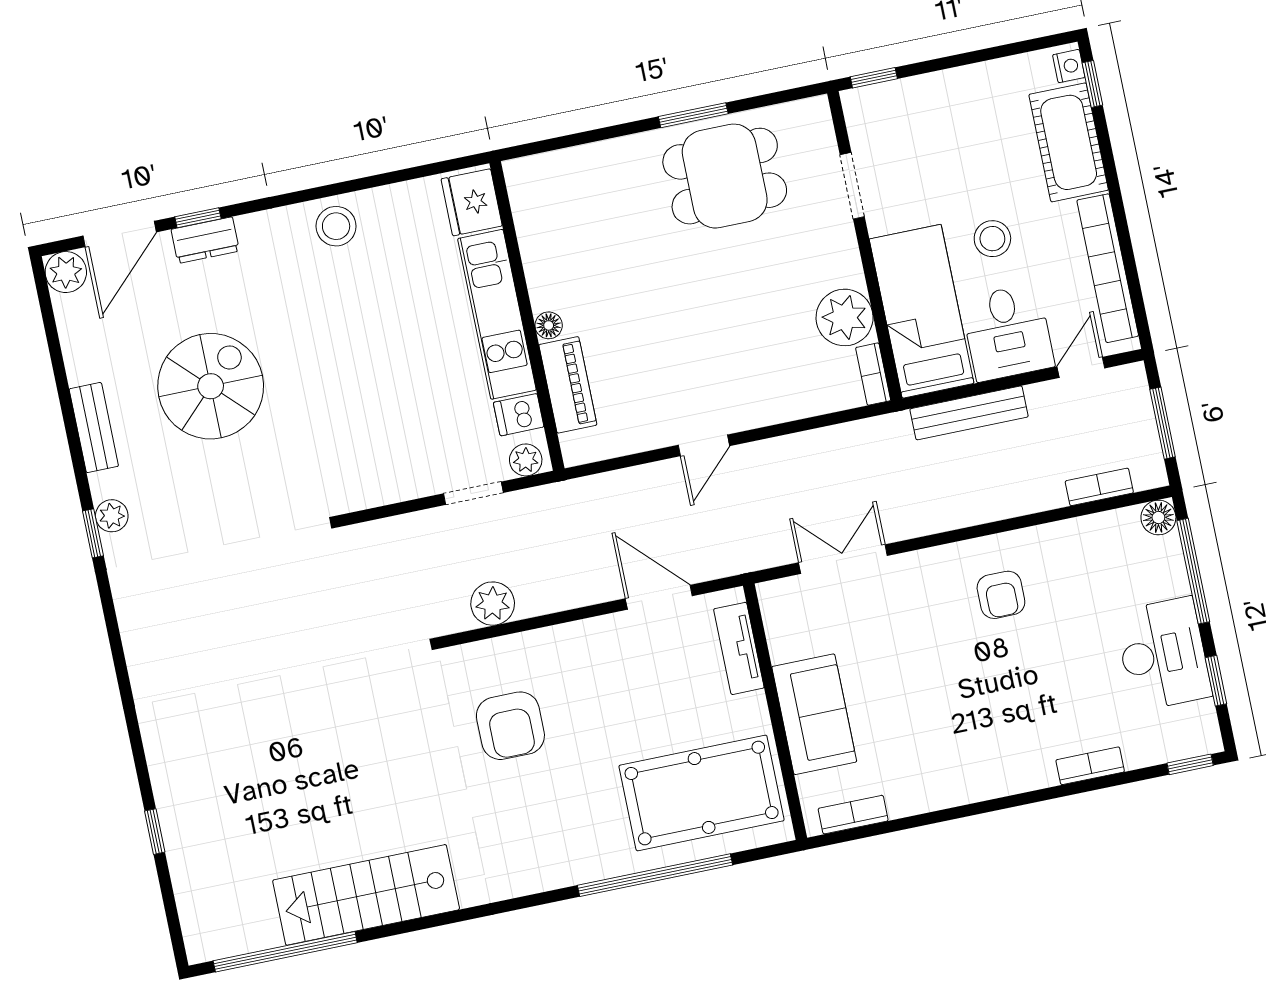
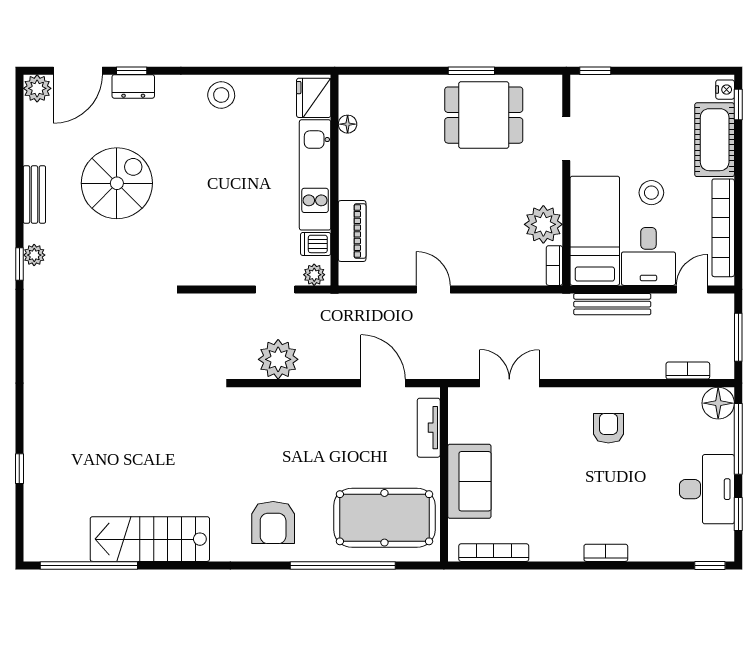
floor lamp: (549, 325) -> (348, 124), moved
door: (704, 445) -> (433, 289), swing flipped
floor lamp: (1158, 518) -> (718, 403), width x1.38, depth x1.38
armchair: (1001, 595) -> (608, 428), turned 180
plant: (493, 604) -> (278, 359), width x1.36, depth x1.36
armchair: (510, 726) -> (273, 522), moved
bookcase: (1090, 766) -> (606, 553), moved
bookcase: (853, 815) -> (494, 553), width x1.56

